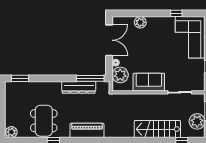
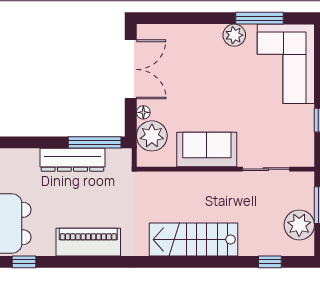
window: (176, 13) -> (259, 18), width x2.17
plant: (140, 22) -> (234, 35), moved
stairs: (157, 129) -> (194, 239), moved

